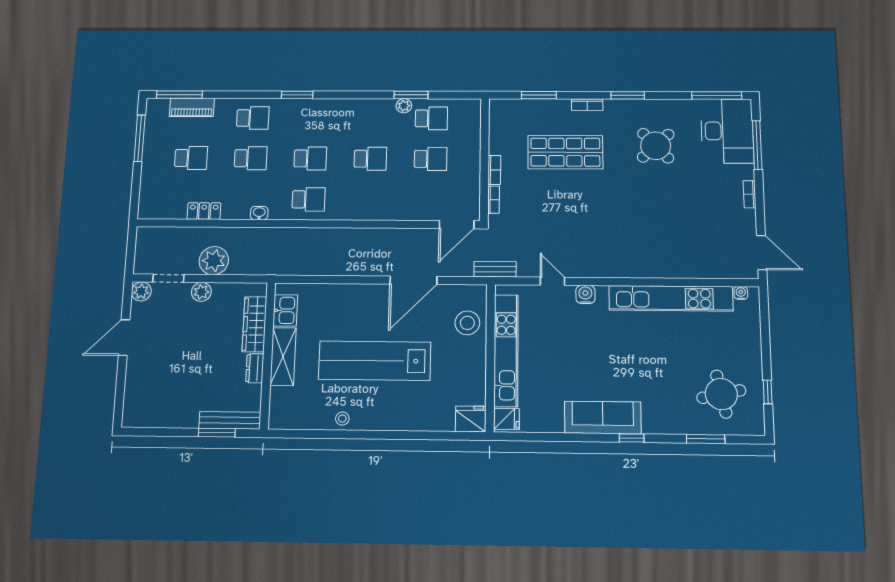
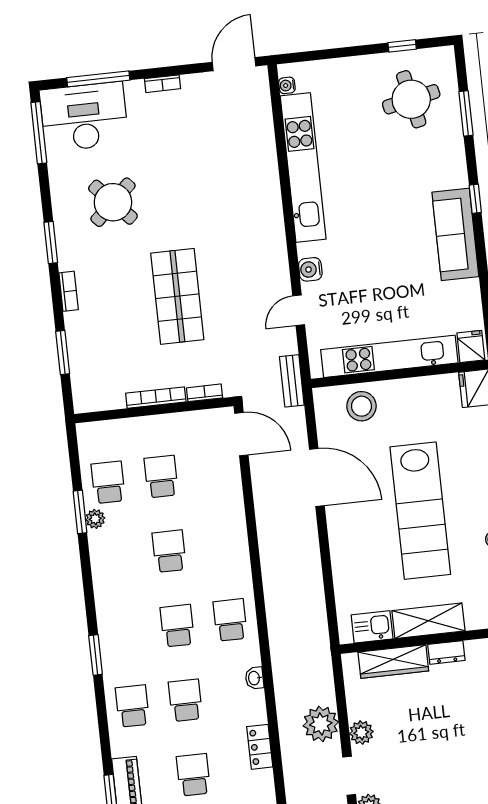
shop shelf: (565, 152) -> (177, 296), moved
bookcase: (494, 170) -> (156, 398), width x1.56

